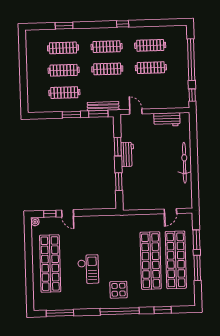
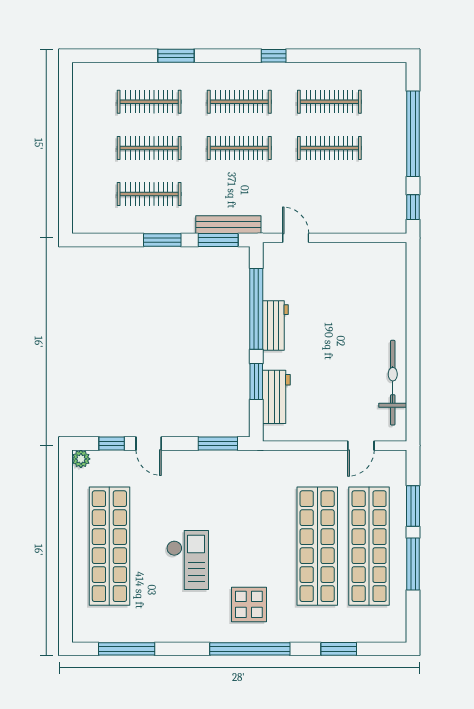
window: (64, 26) -> (176, 56), moved
workbench: (167, 120) -> (276, 397), moved, turned -90
window: (118, 147) -> (256, 309), width x2.11
bicycle: (184, 163) -> (393, 383), moved
window: (101, 212) -> (218, 443), added

